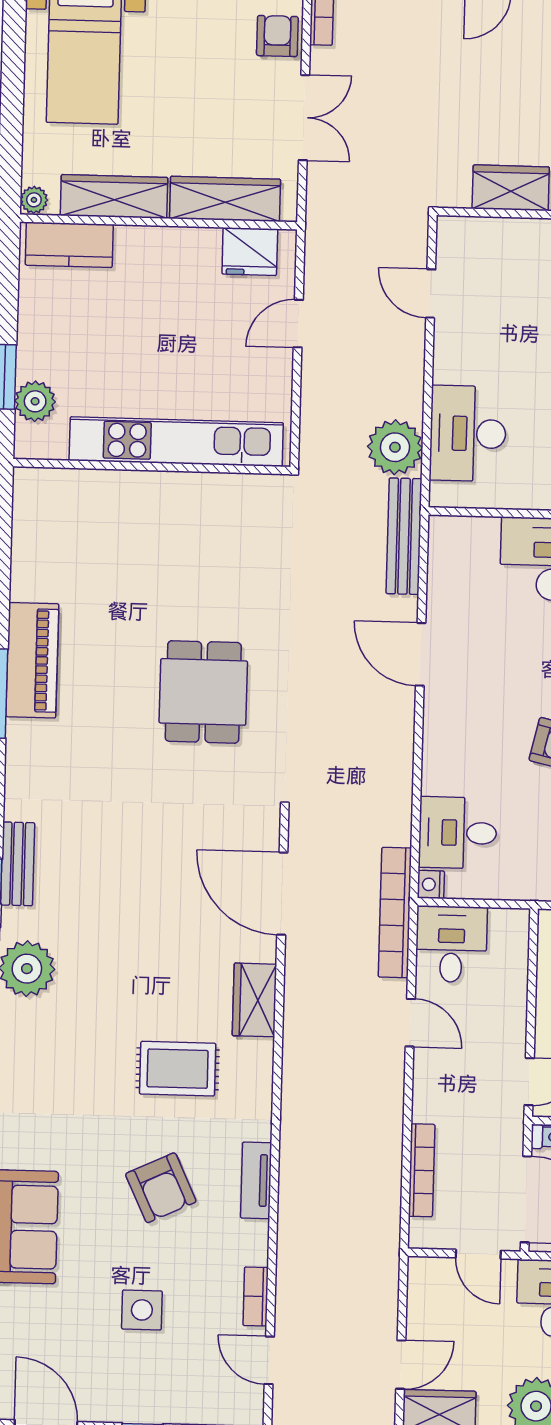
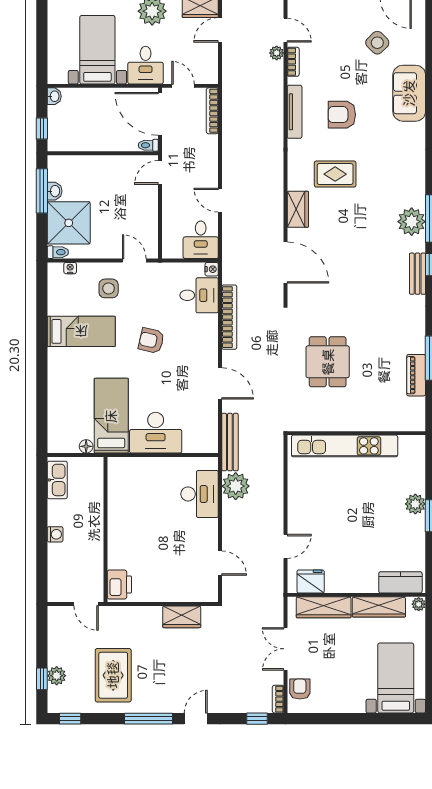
armchair: (277, 36) -> (300, 689), turned 180
kitchen unit: (176, 442) -> (345, 446), moved
wall: (152, 467) -> (356, 433), moved
piano: (32, 660) -> (416, 375), width x0.73, depth x0.75
bookcase: (395, 913) -> (229, 317), moved
bookcase: (422, 1170) -> (212, 111), moved
tv unit: (256, 1180) -> (295, 112), width x1.41
armchair: (161, 1188) -> (342, 115), turned -65
side table: (142, 1310) -> (377, 43), moved, turned 45
plant: (288, 1315) -> (277, 53), added

